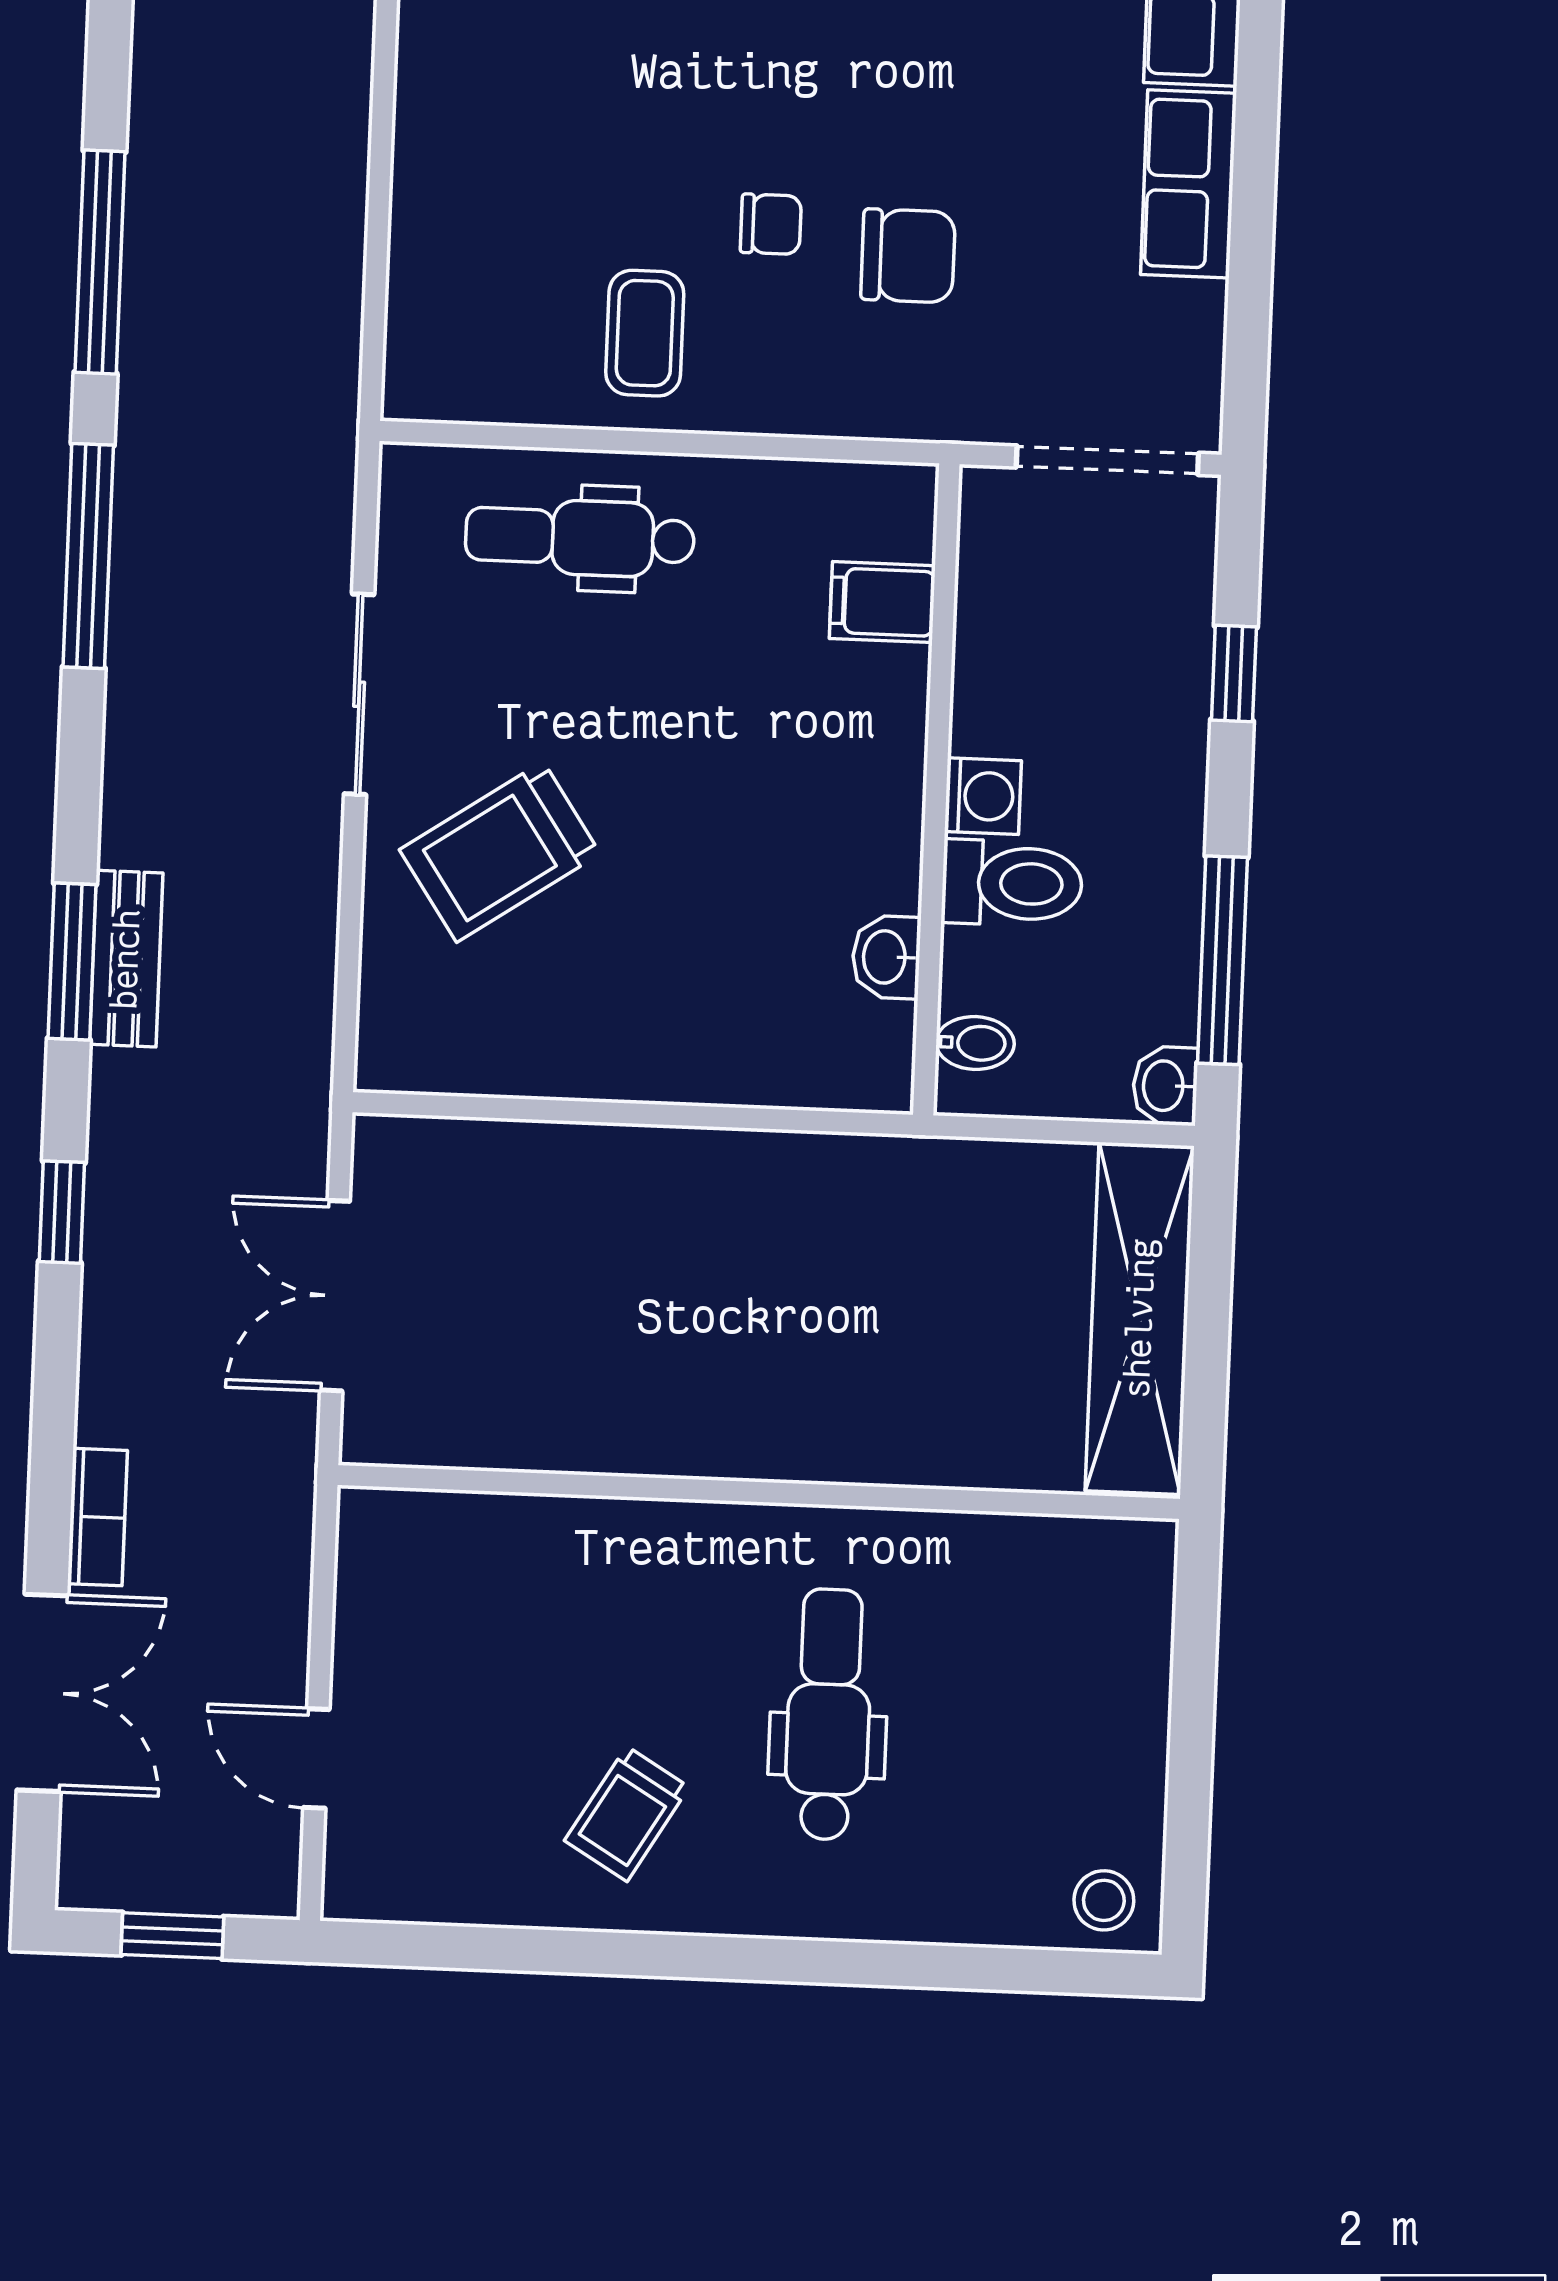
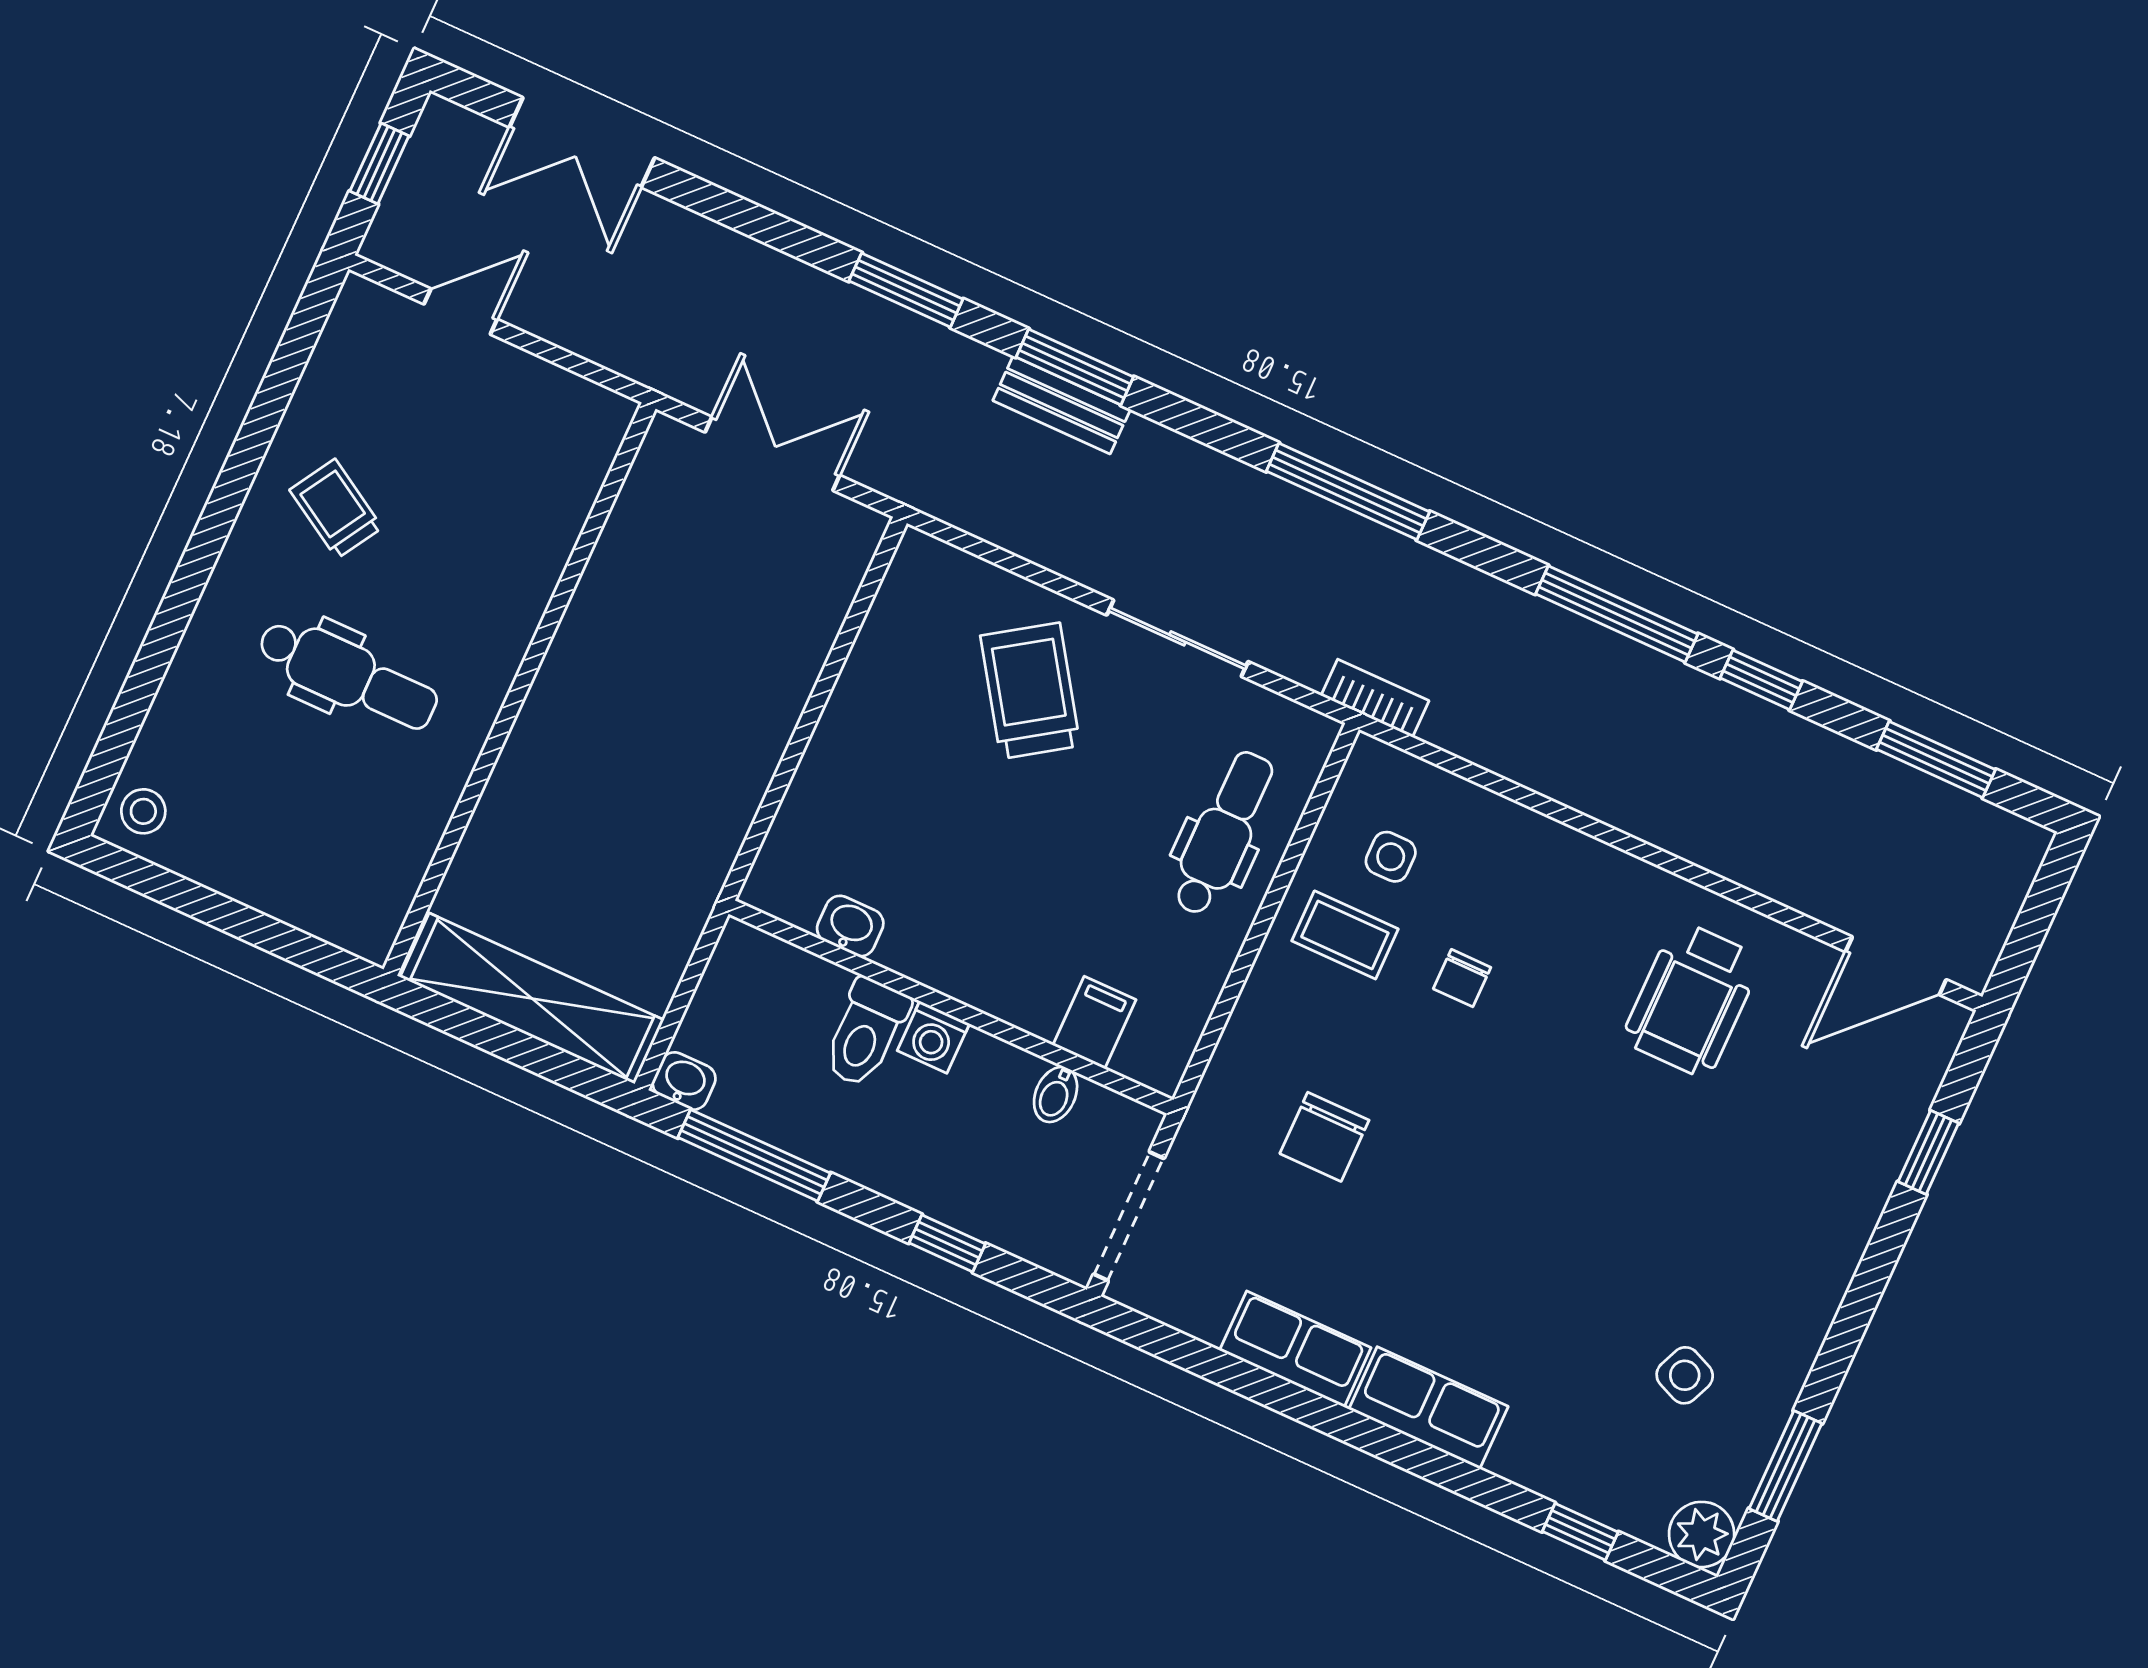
chair: (771, 224) -> (1462, 978), moved
window: (100, 262) -> (1617, 614), moved
side table: (524, 316) -> (1391, 857), added
bidet: (975, 1043) -> (1056, 1095), moved
window: (62, 1212) -> (906, 290), width x1.50
bookcase: (98, 1517) -> (1375, 698), moved, turned 180

